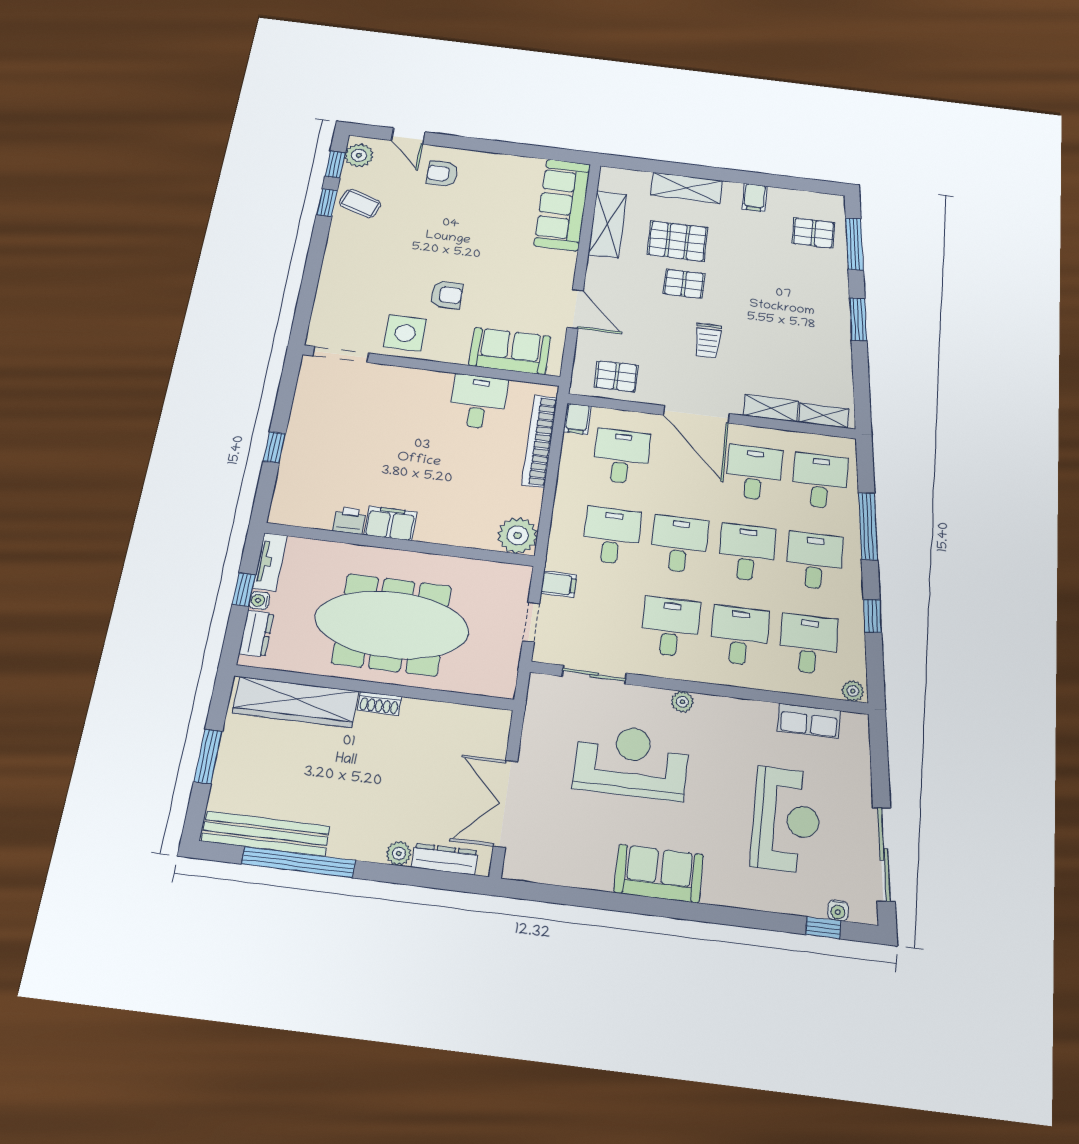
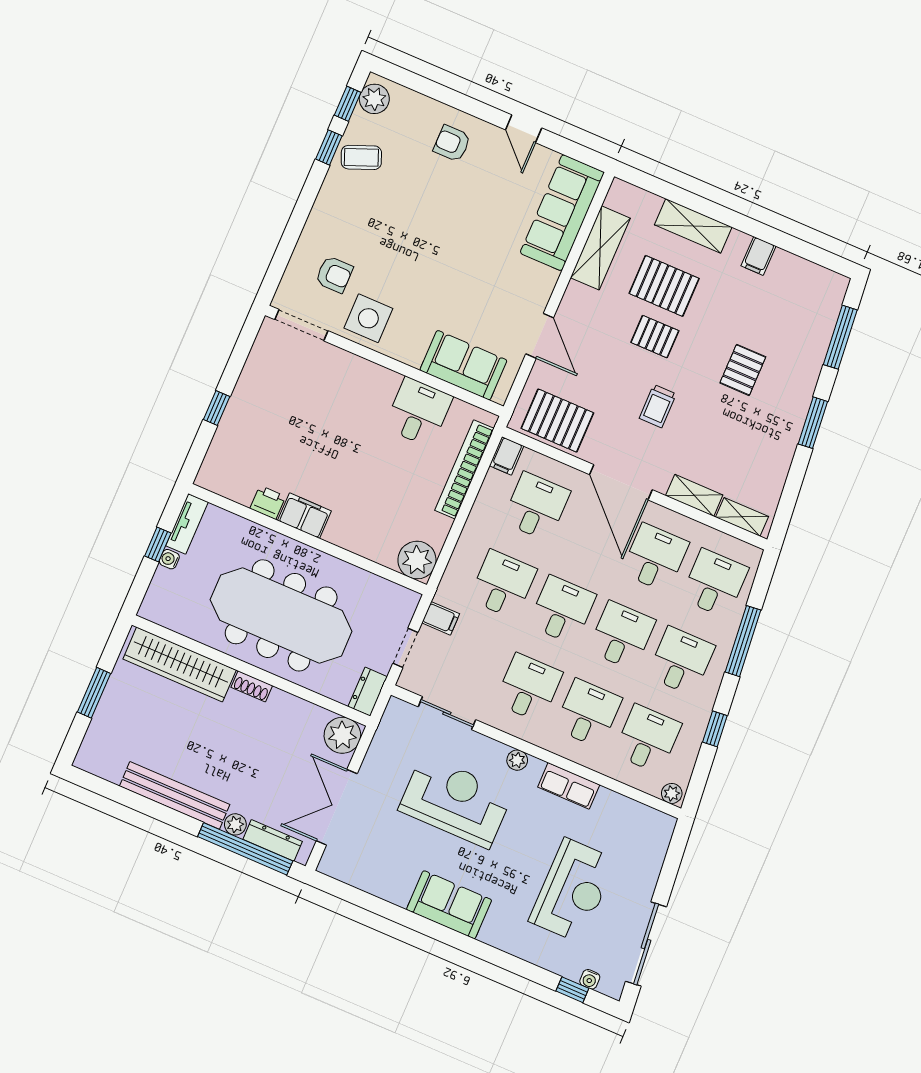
door: (408, 136) -> (524, 129), moved
coffee table: (360, 204) -> (361, 157), turned -41
pallet: (814, 233) -> (743, 370), moved, turned 90
armchair: (446, 295) -> (334, 274), moved
pallet: (616, 376) -> (557, 421), width x1.50, depth x1.42
dresser: (256, 634) -> (368, 692), moved, turned 180
row of seats: (809, 721) -> (569, 786), moved
plant: (490, 727) -> (342, 735), added
bench: (266, 834) -> (175, 795), moved
window: (298, 862) -> (245, 849), moved

